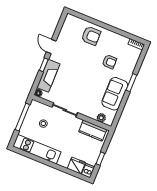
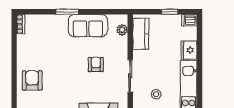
armchair: (109, 62) -> (96, 64), moved
fridge: (76, 166) -> (189, 50), moved

